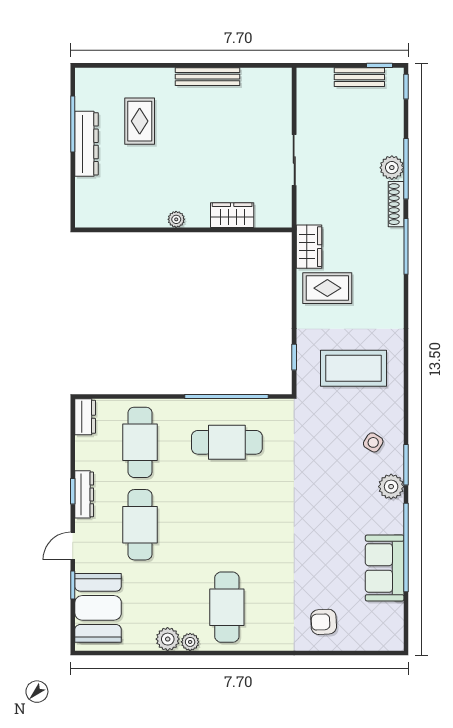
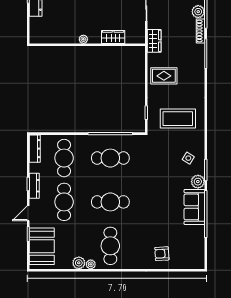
wardrobe: (309, 247) -> (154, 41), moved
dresser: (85, 417) -> (35, 149), width x1.44
cafe table: (227, 525) -> (110, 202), added
sofa: (385, 568) -> (194, 207), moved

